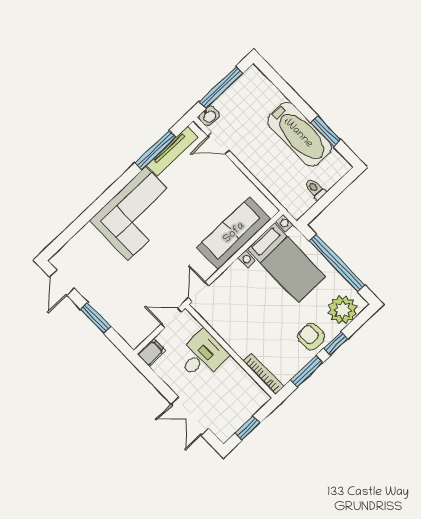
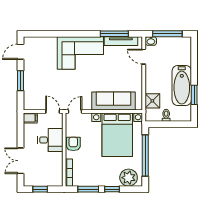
shower: (281, 188) -> (152, 101), added
bed with nightstands: (286, 263) -> (117, 135), width x1.36
armchair: (311, 337) -> (73, 144), moved

